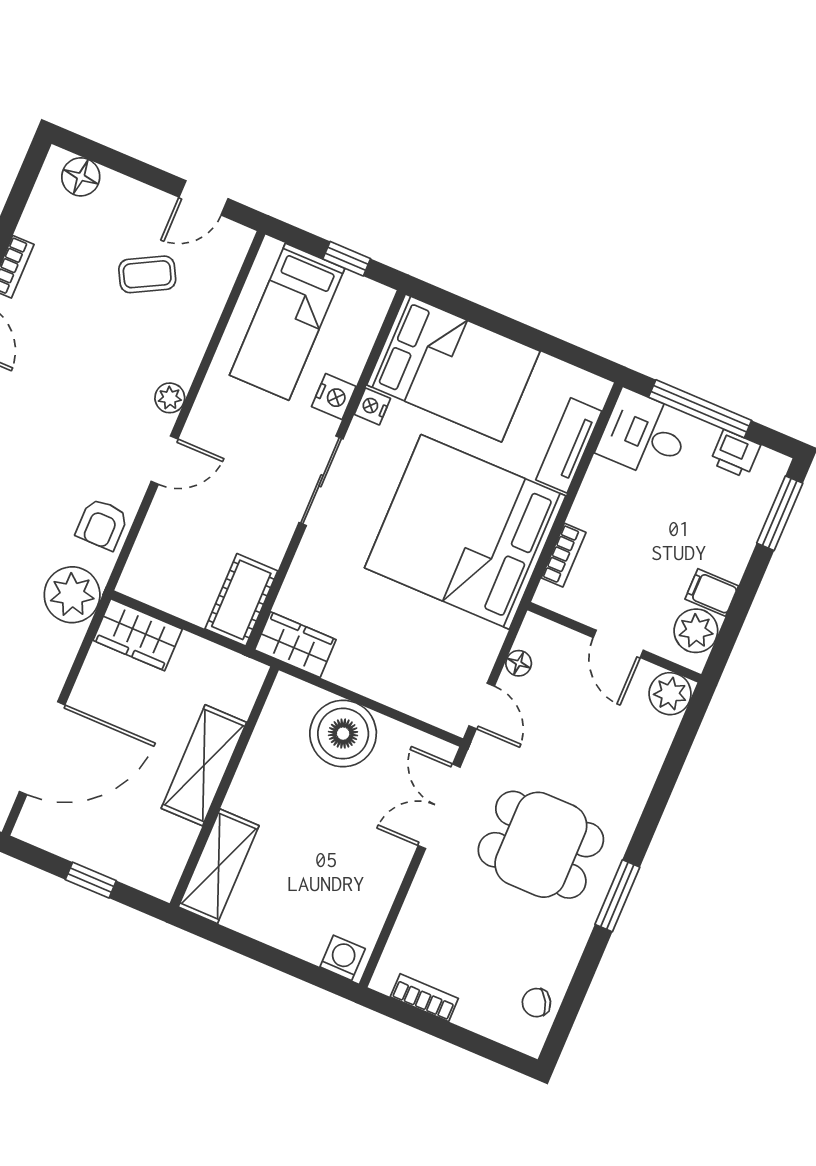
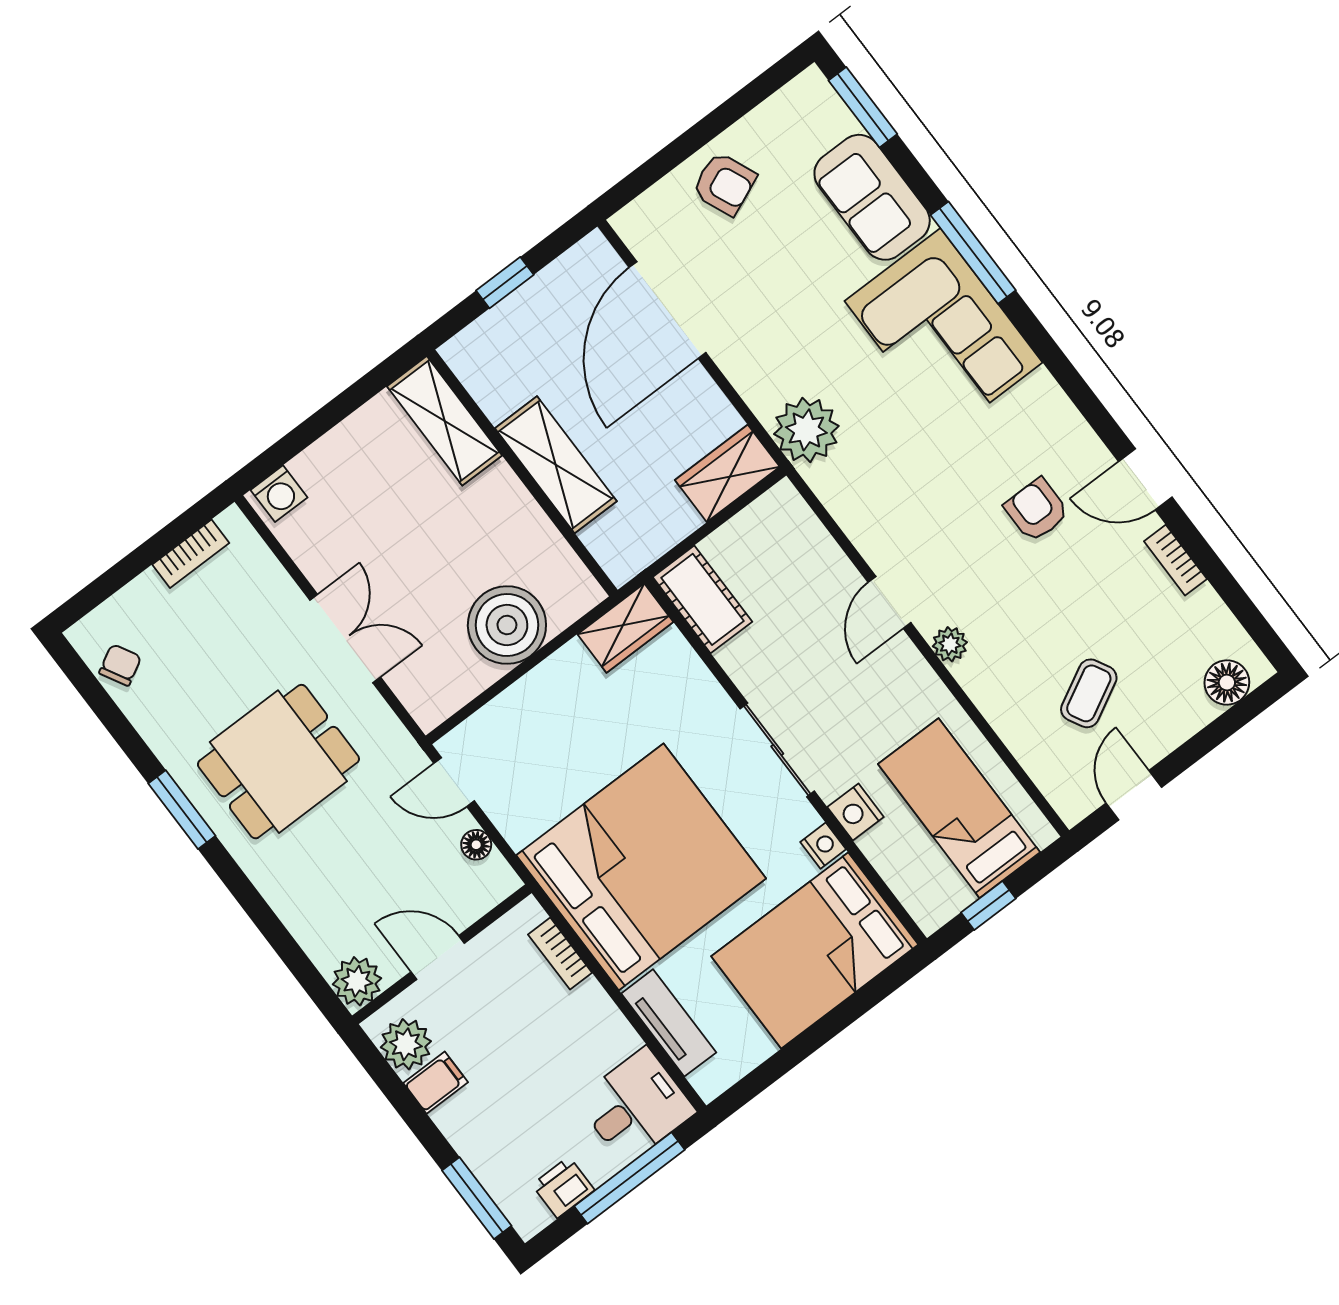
armchair: (102, 524) -> (1037, 510), moved
double door: (439, 806) -> (345, 639), moved

